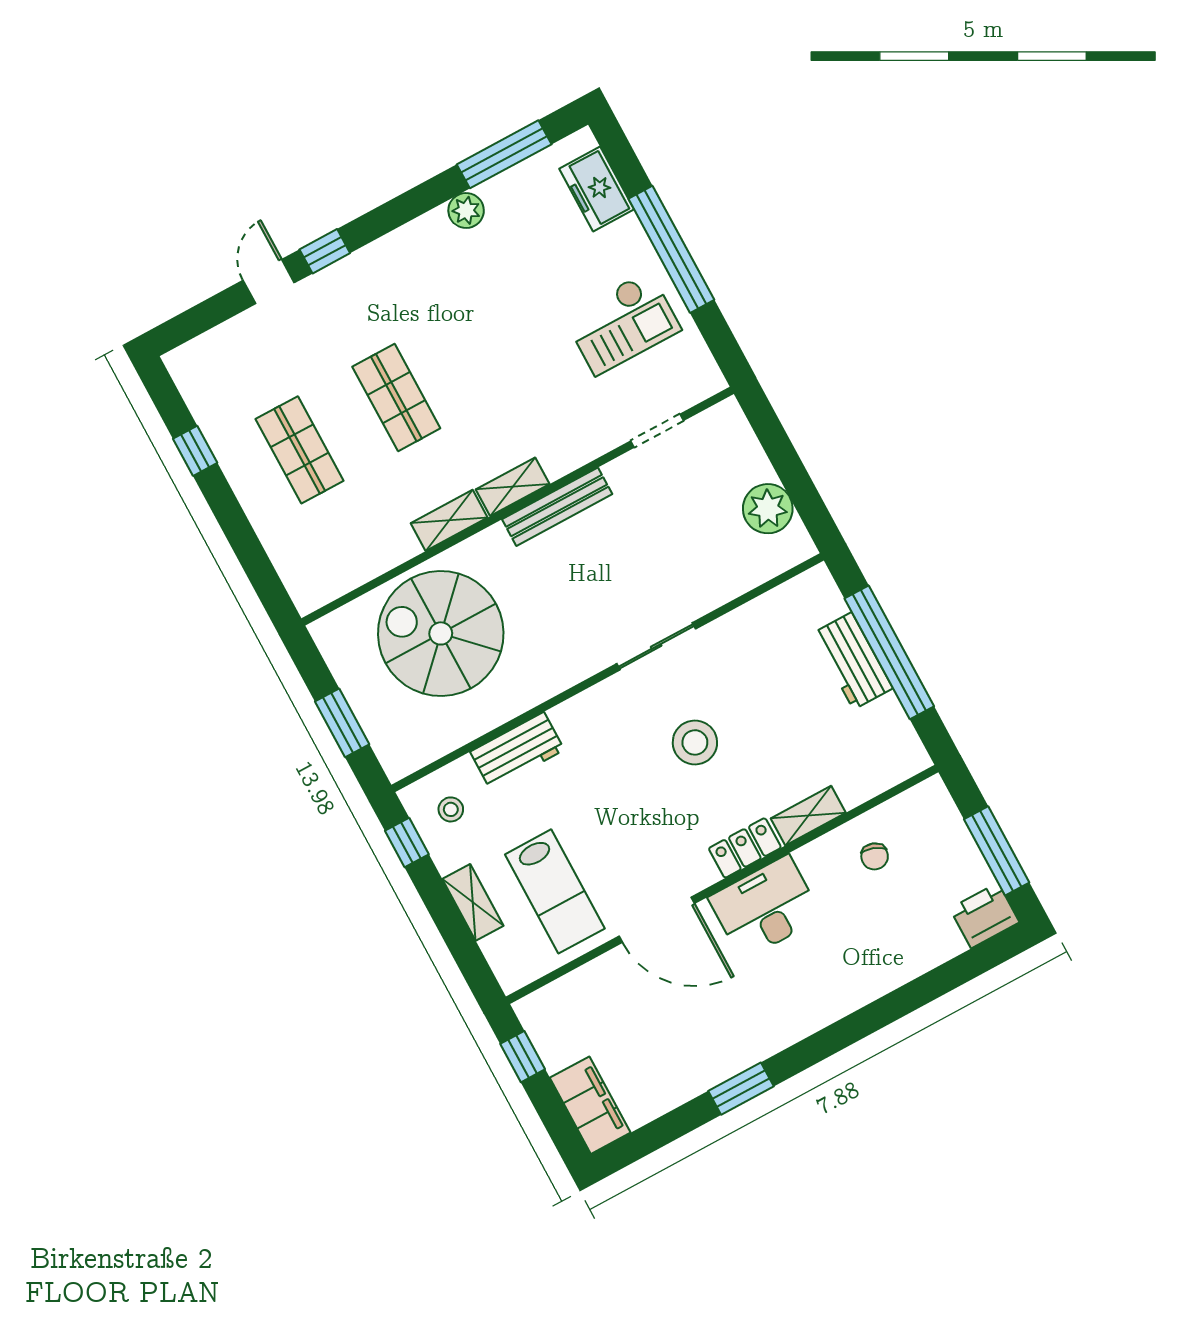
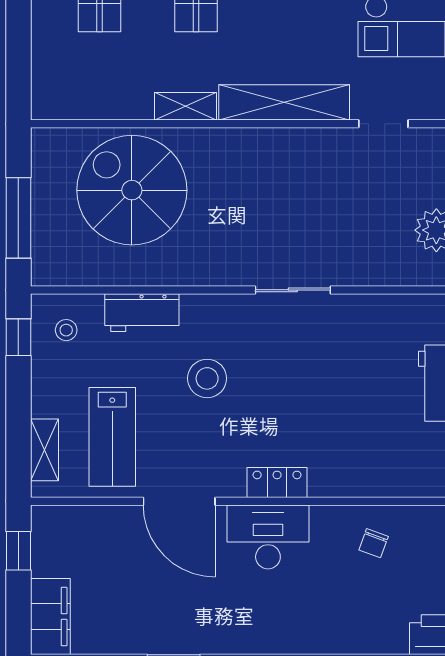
shelving: (513, 487) -> (284, 102), width x2.20, depth x1.33
bench: (557, 507) -> (275, 141), removed
window: (342, 723) -> (18, 218), width x1.44
stool: (695, 742) -> (207, 378), moved
shelving: (808, 816) -> (340, 484), removed
shelving: (473, 902) -> (44, 450), moved

